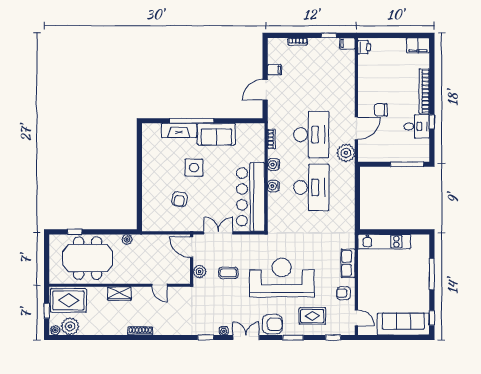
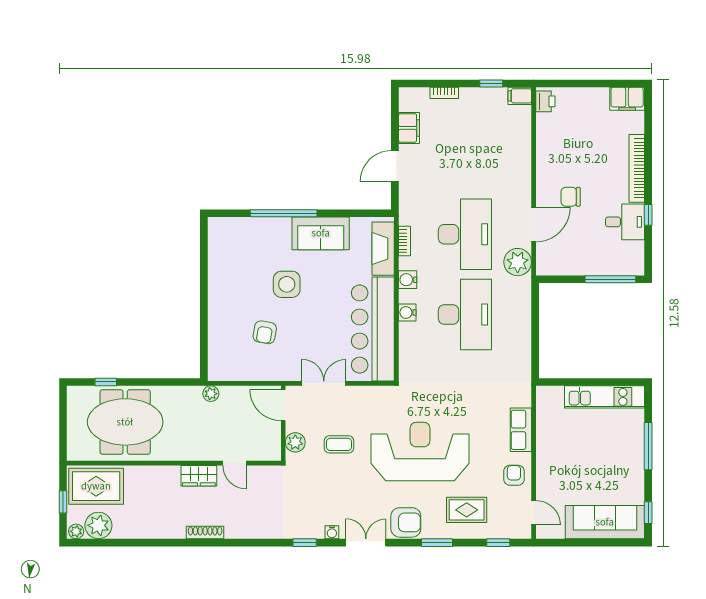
filing cabinet: (274, 70) -> (409, 128), width x2.00
fireplace: (179, 130) -> (383, 249), moved, turned 90
plant: (127, 239) -> (211, 394), moved
kitchen unit: (384, 242) -> (605, 397), moved
armchair: (344, 293) -> (514, 475), turned 90
wardrobe: (119, 294) -> (199, 476), moved

